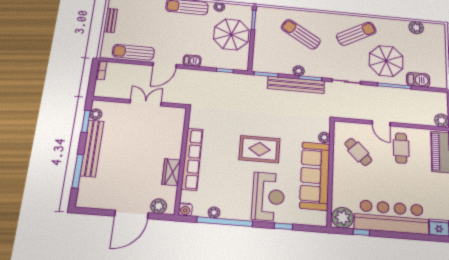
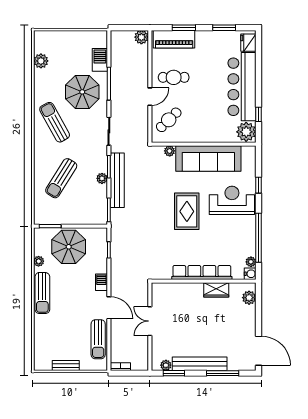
cafe table: (358, 152) -> (169, 120), moved
plant: (214, 212) -> (251, 262), moved
door: (131, 214) -> (259, 351), moved

